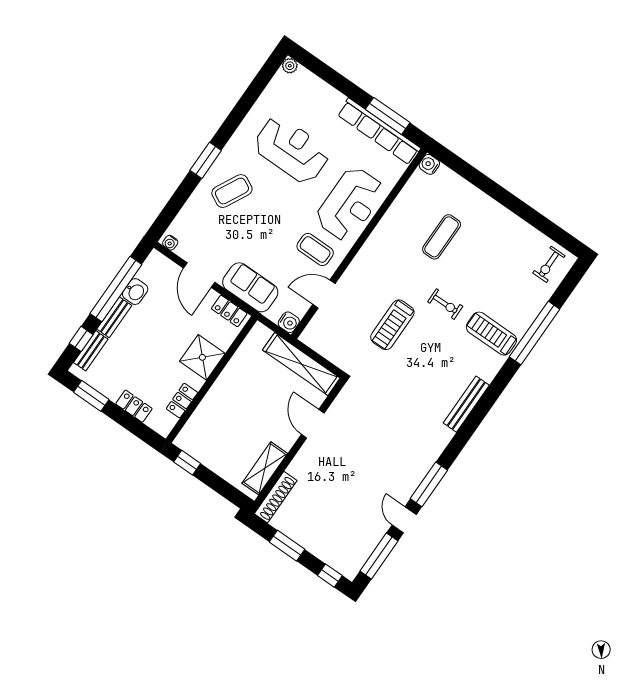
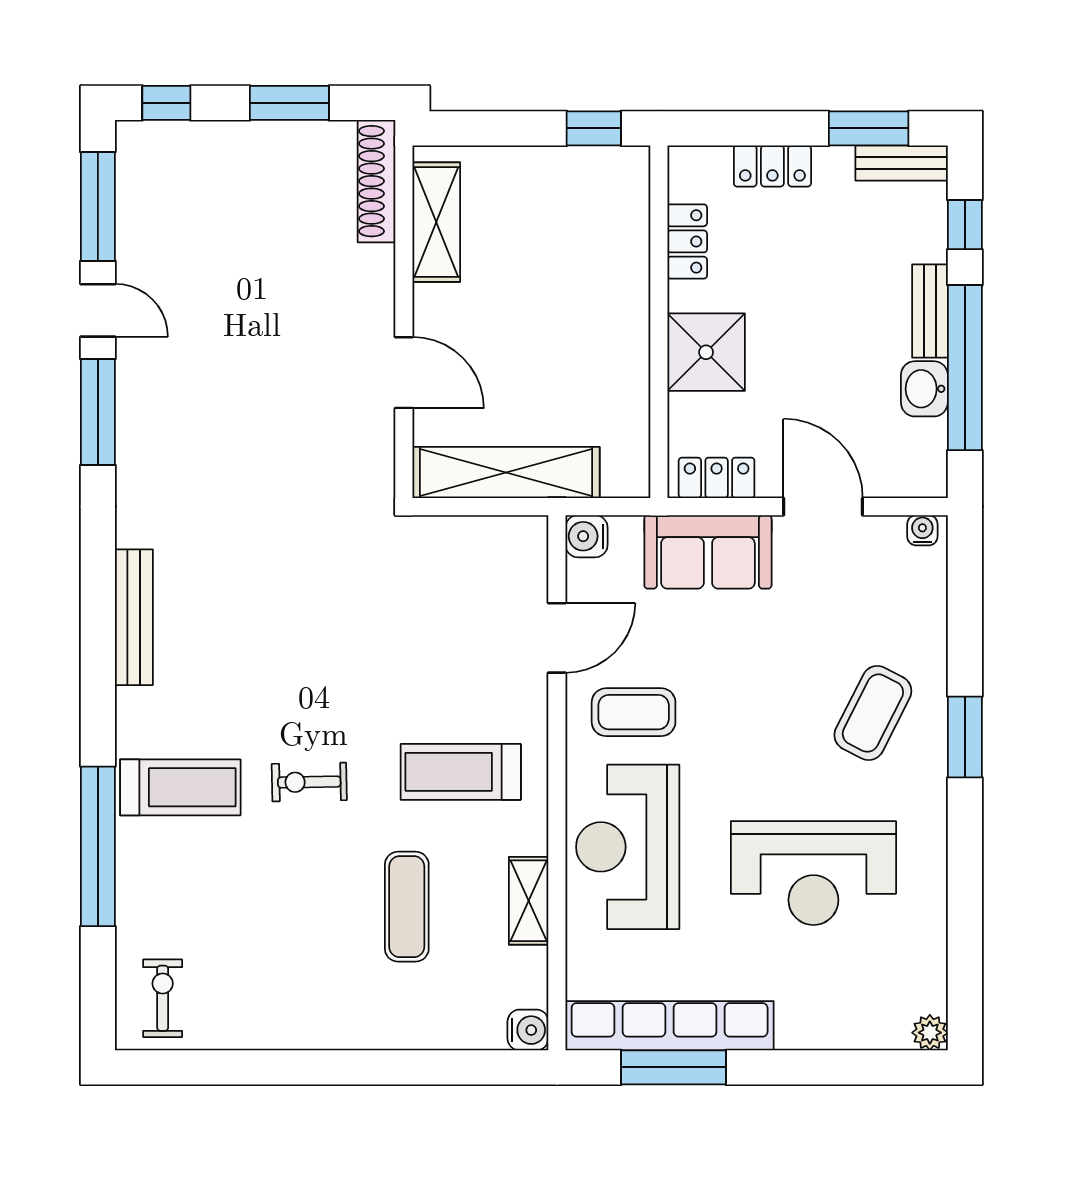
shelving: (398, 209) -> (529, 901), added
treadmill: (392, 325) -> (461, 772), moved, turned -90
bench: (91, 351) -> (902, 163), moved, turned 90

